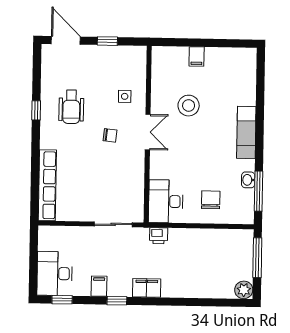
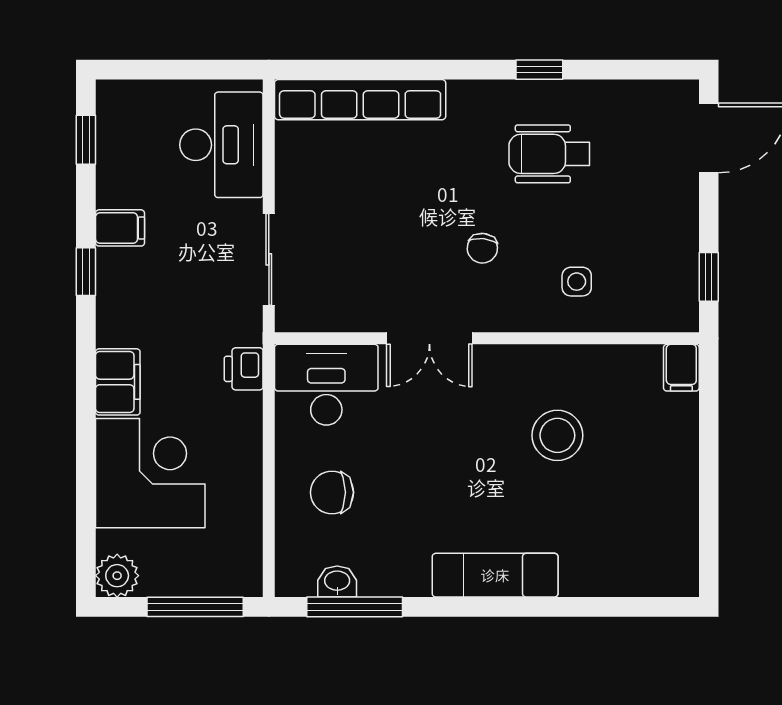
window: (107, 41) -> (709, 277), moved
filing cabinet: (197, 56) -> (681, 368), moved, turned -90
double door: (148, 132) -> (429, 338), moved
washbasin: (248, 180) -> (337, 582), moved
chair: (211, 200) -> (332, 492), turned 180
desk: (55, 273) -> (221, 145), moved, turned 90
corner desk: (201, 275) -> (150, 473), added
filing cabinet: (147, 288) -> (118, 382), moved

